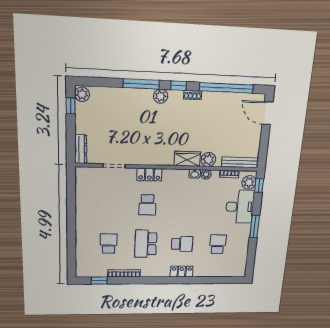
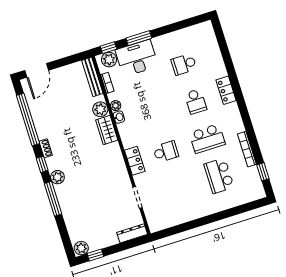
window: (254, 227) -> (139, 38), moved
school desk: (109, 244) -> (219, 176), width x1.85
school desk: (182, 244) -> (196, 101), turned 180

